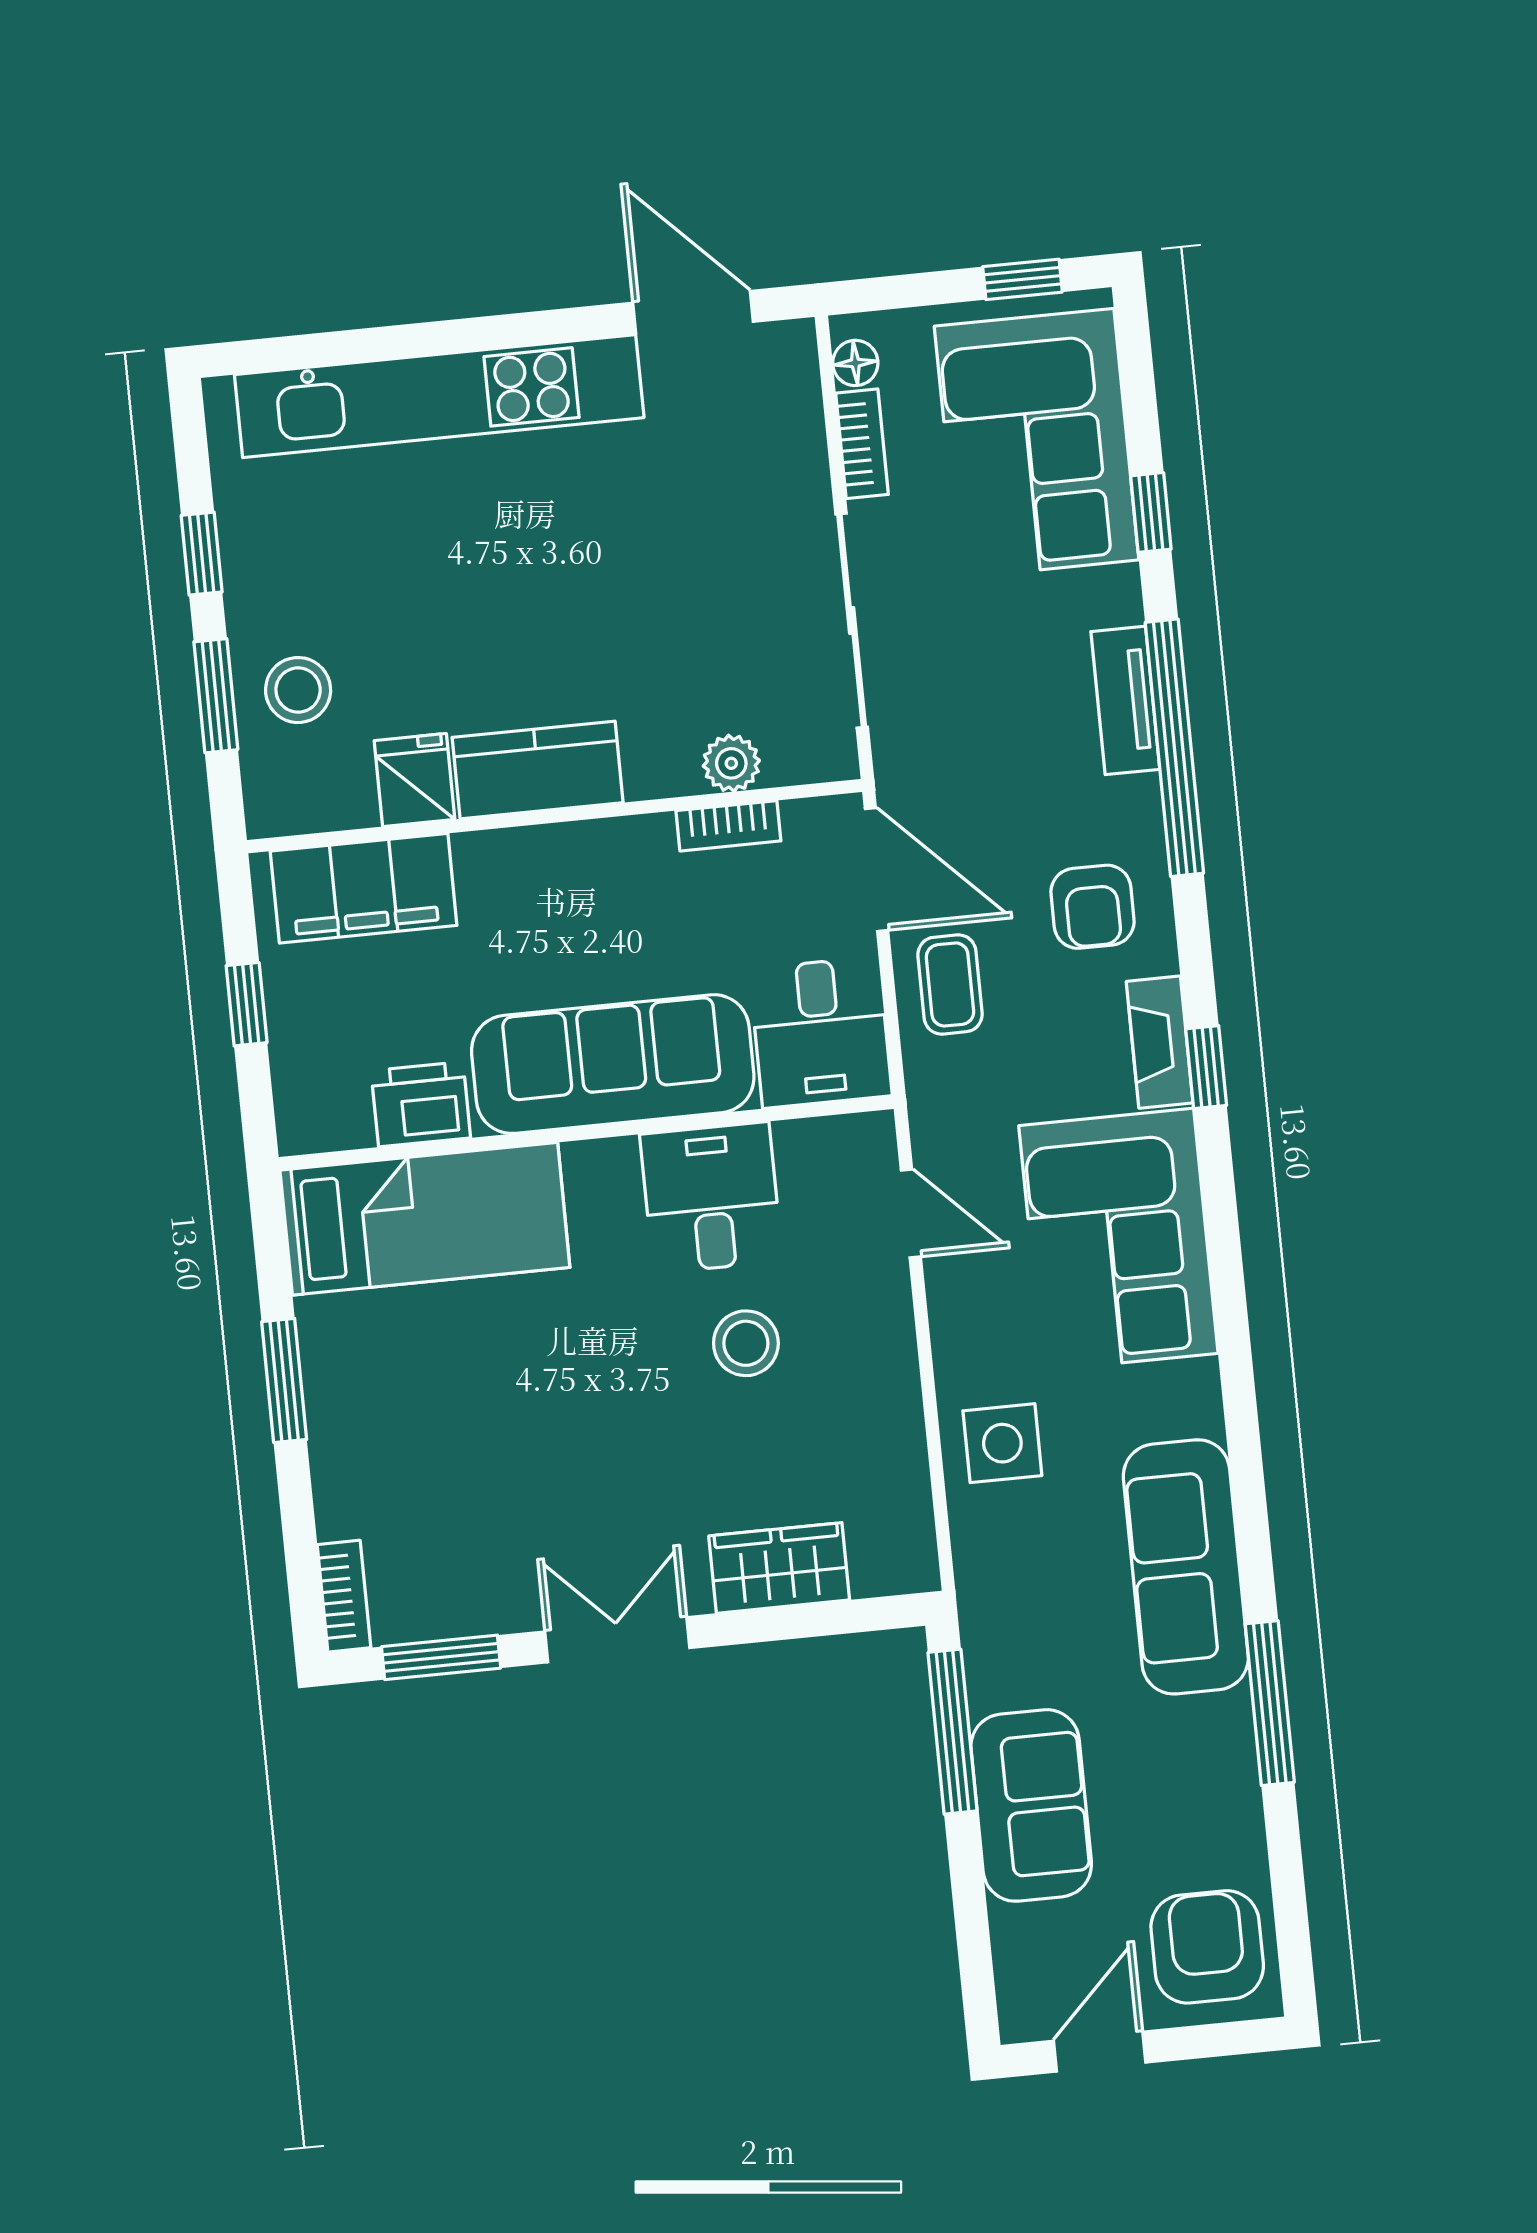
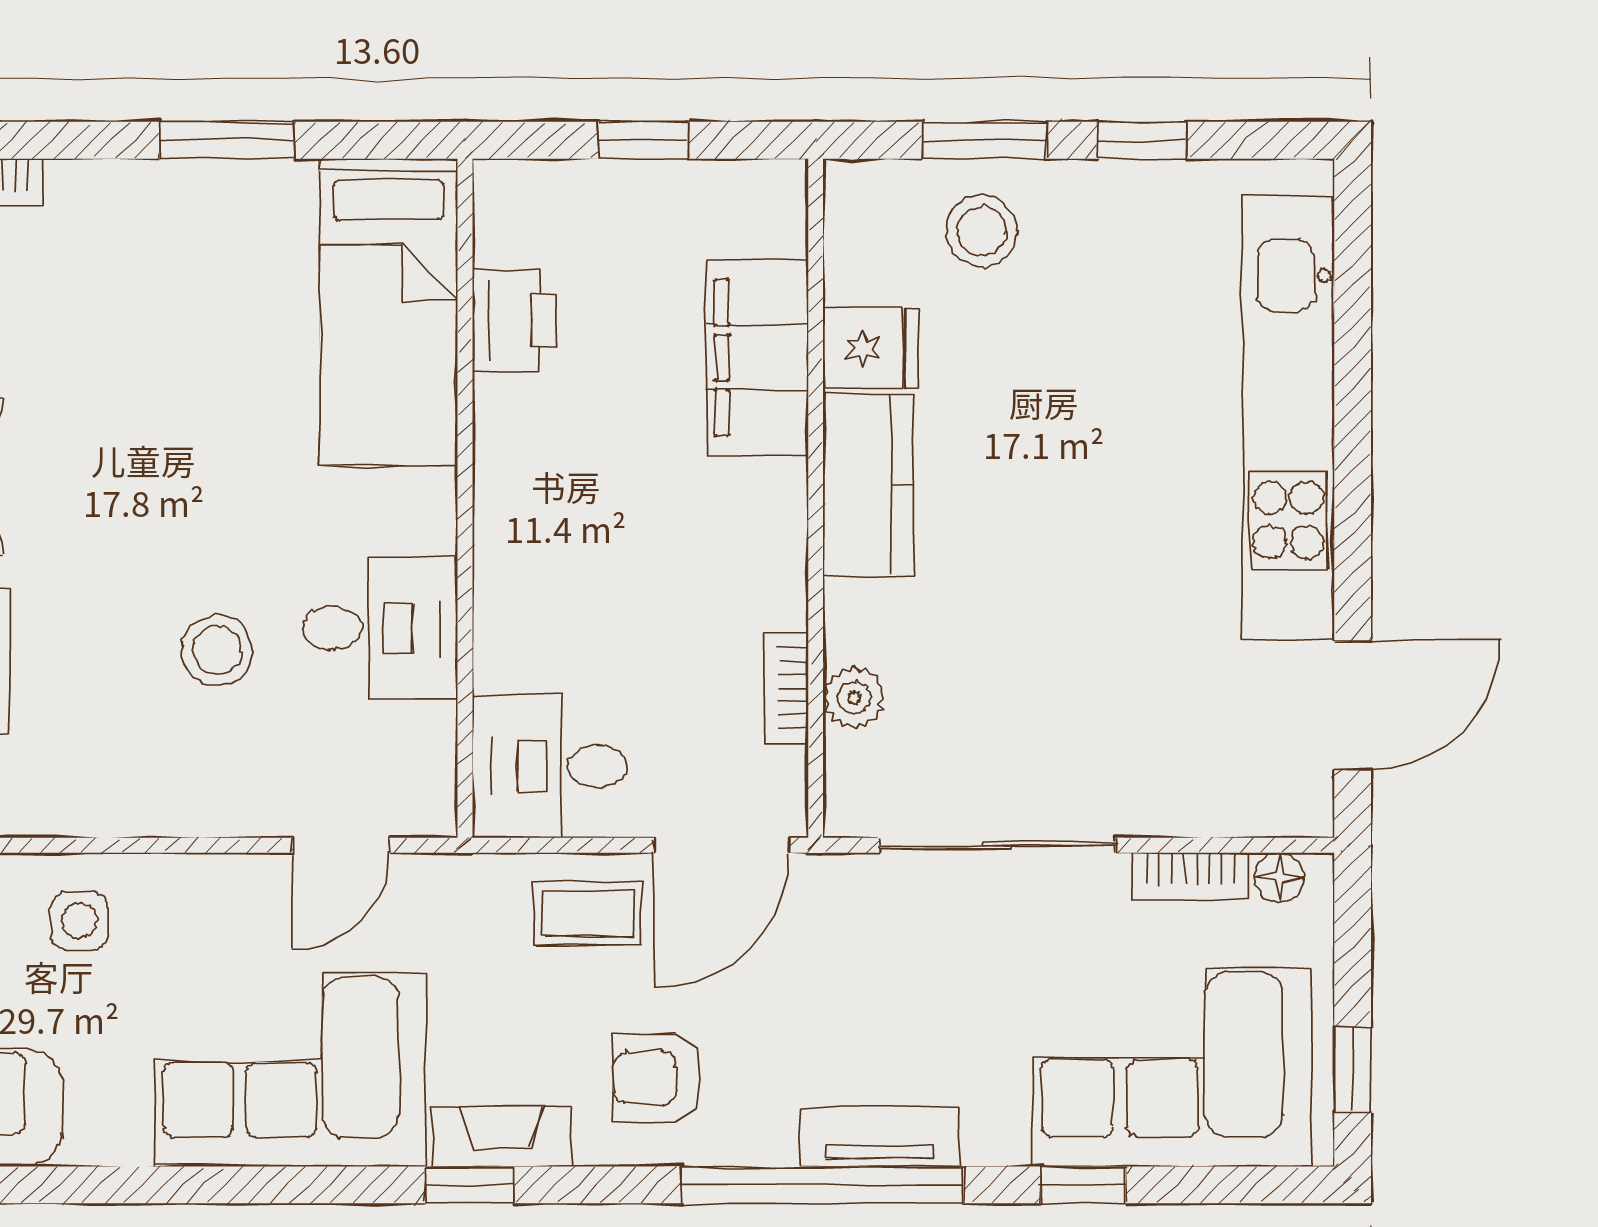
filing cabinet: (364, 888) -> (757, 357), moved
sofa: (613, 1064) -> (538, 535), removed
side table: (1002, 1443) -> (79, 920), width x0.73, depth x0.73

